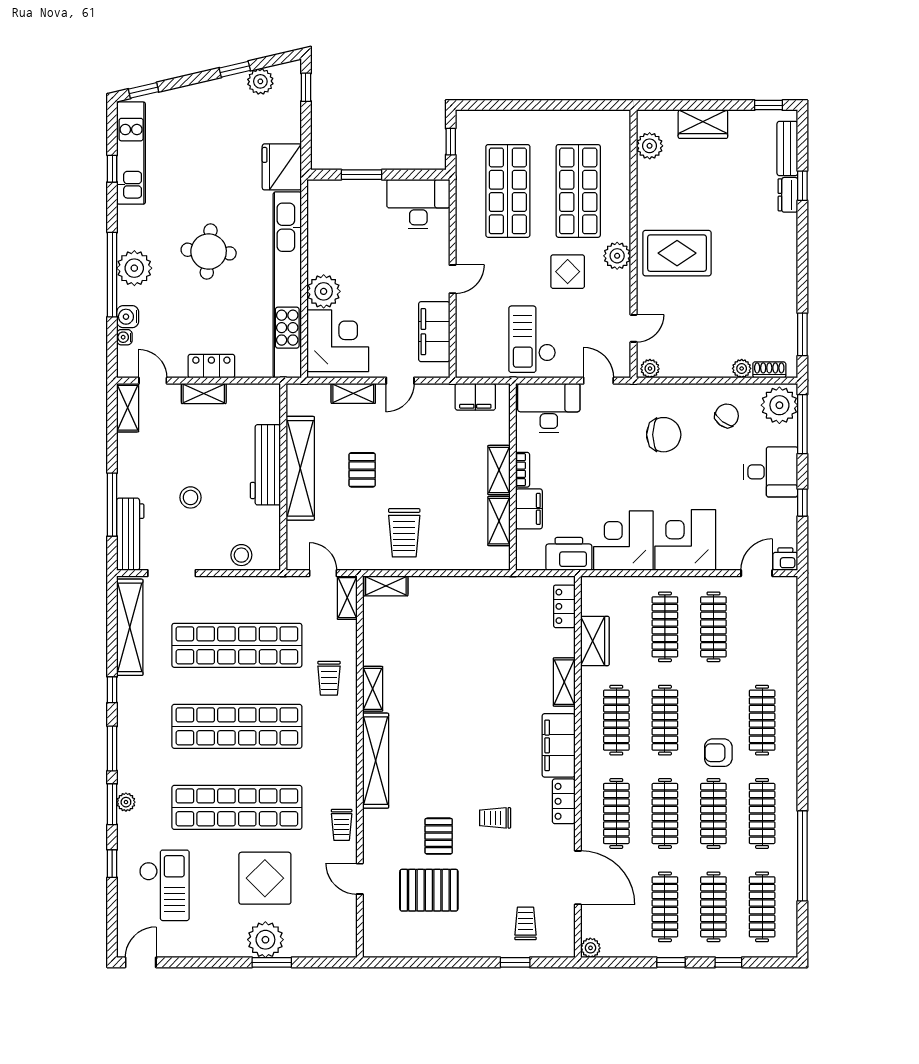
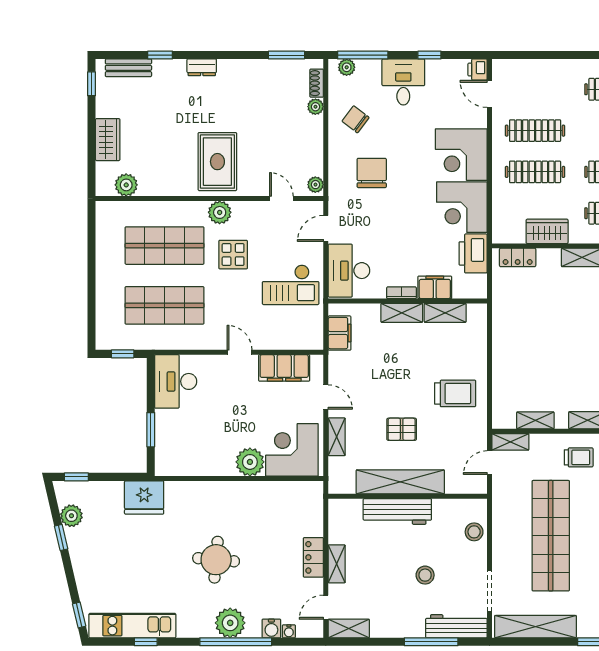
dresser: (788, 195) -> (202, 67), moved
kitchen unit: (287, 285) -> (244, 493), removed
plant: (779, 405) -> (347, 67), width x0.53, depth x0.53
shelving: (386, 586) -> (535, 420), moved, turned 90

